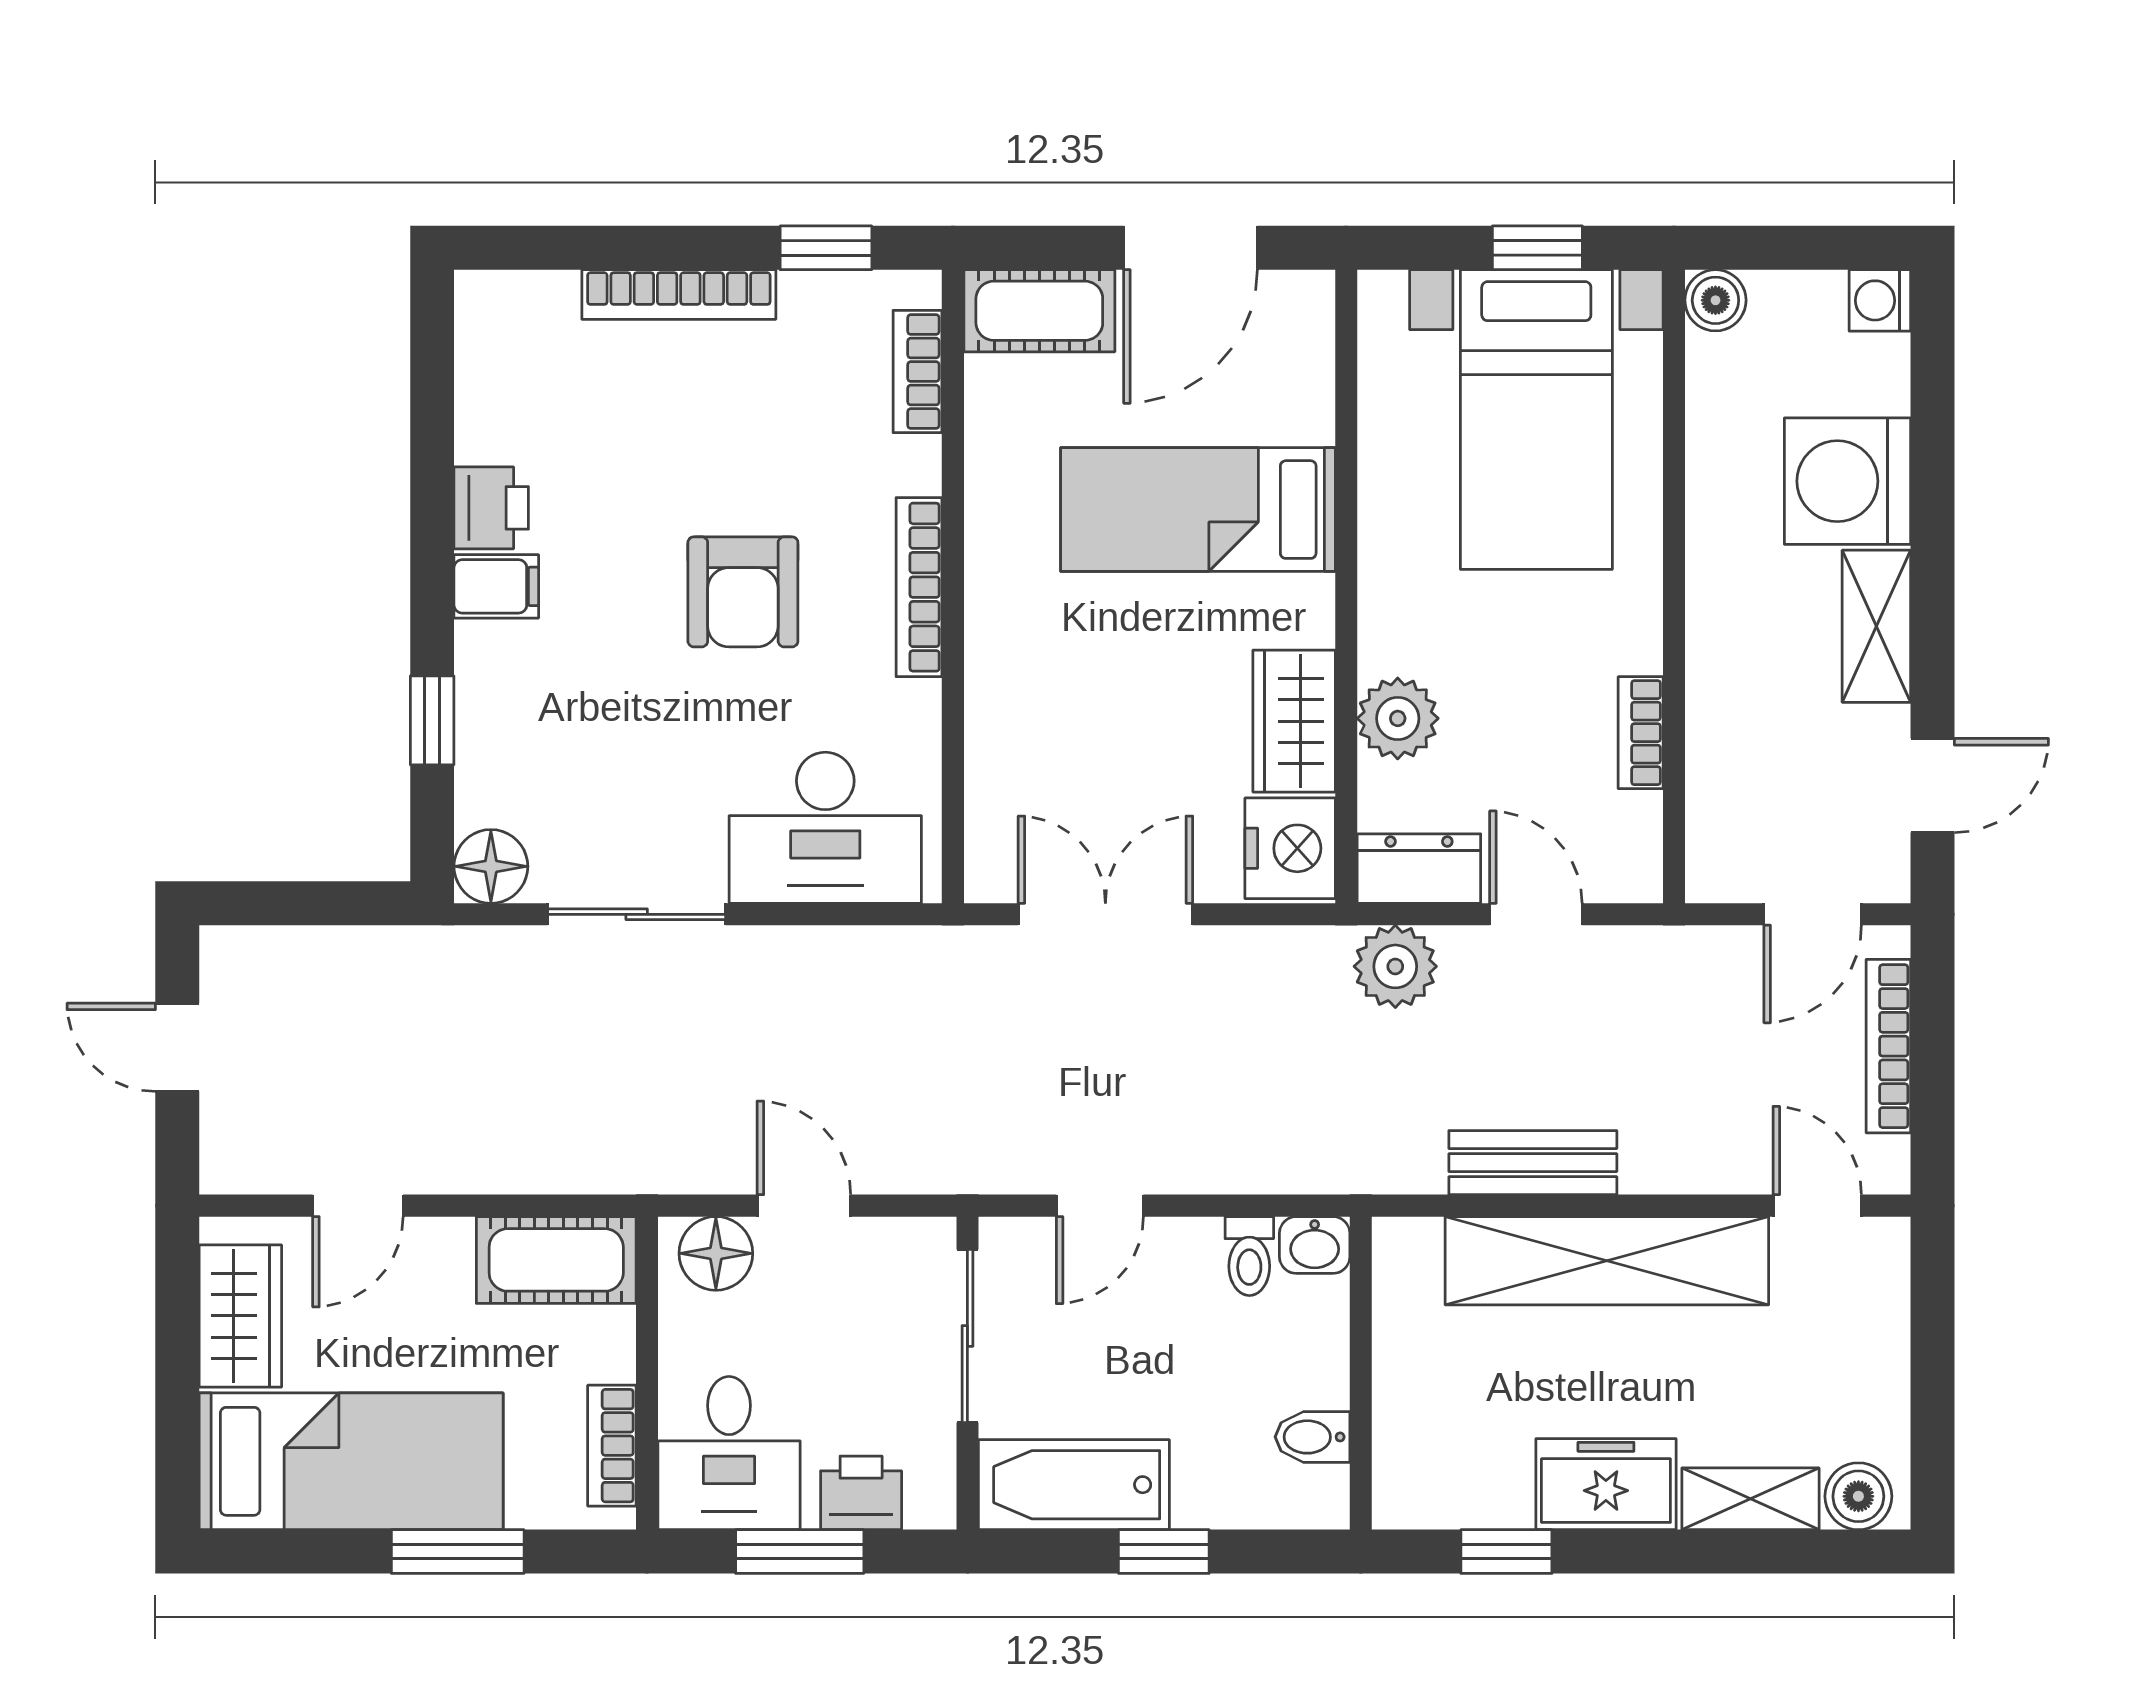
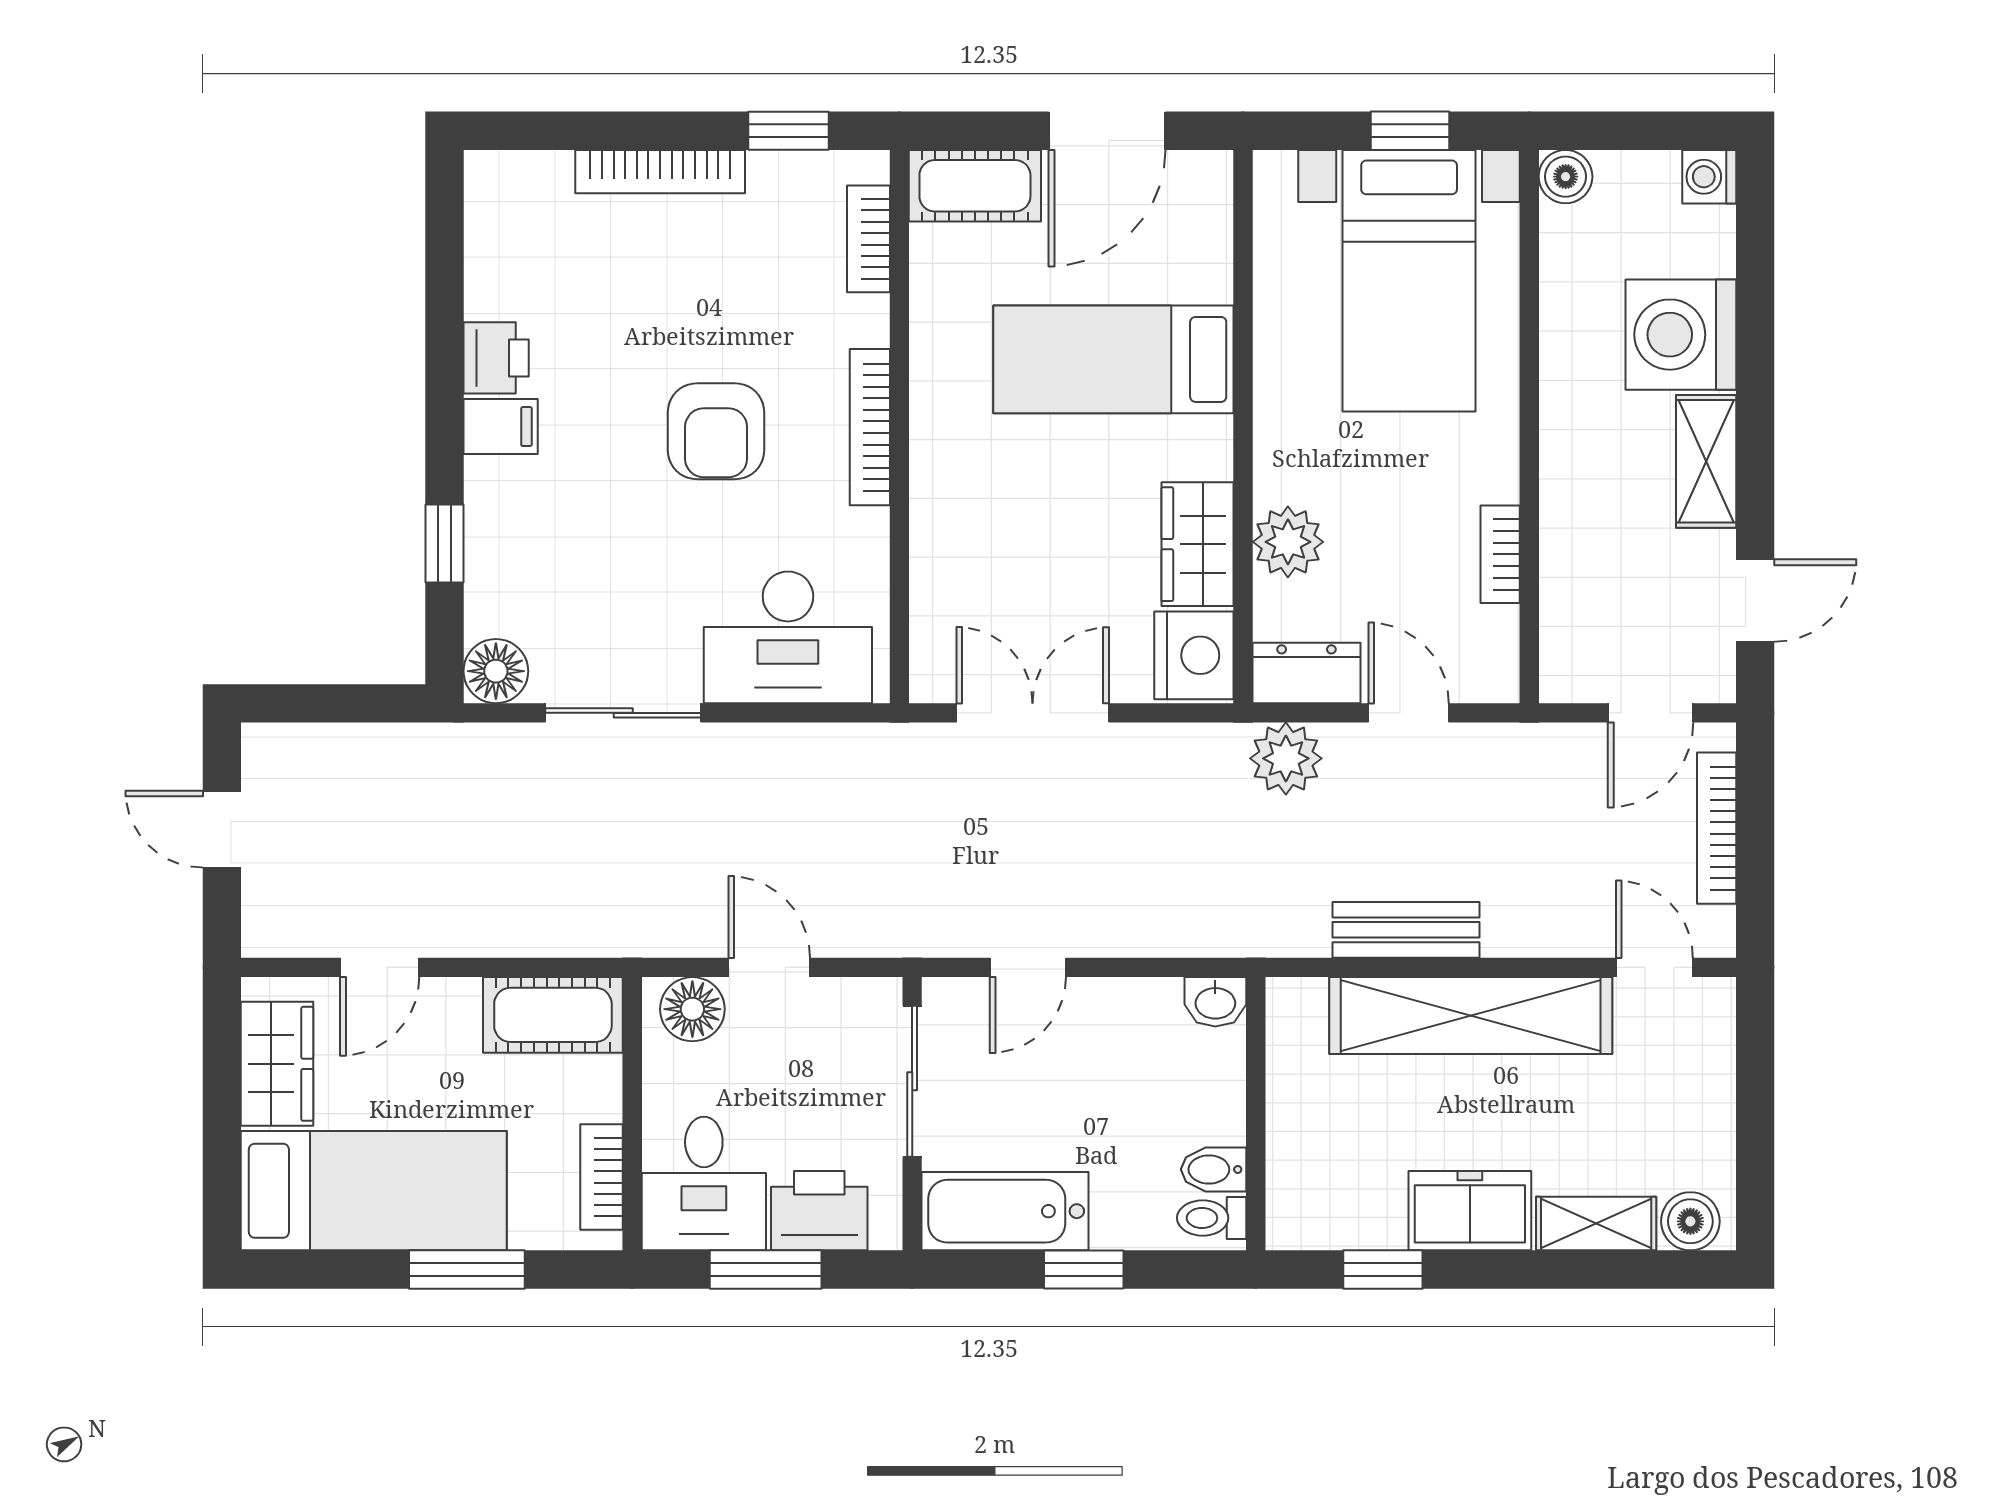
toilet: (1249, 1256) -> (1212, 1218), moved, turned 90
printer: (861, 1493) -> (819, 1211), width x1.36, depth x1.24

